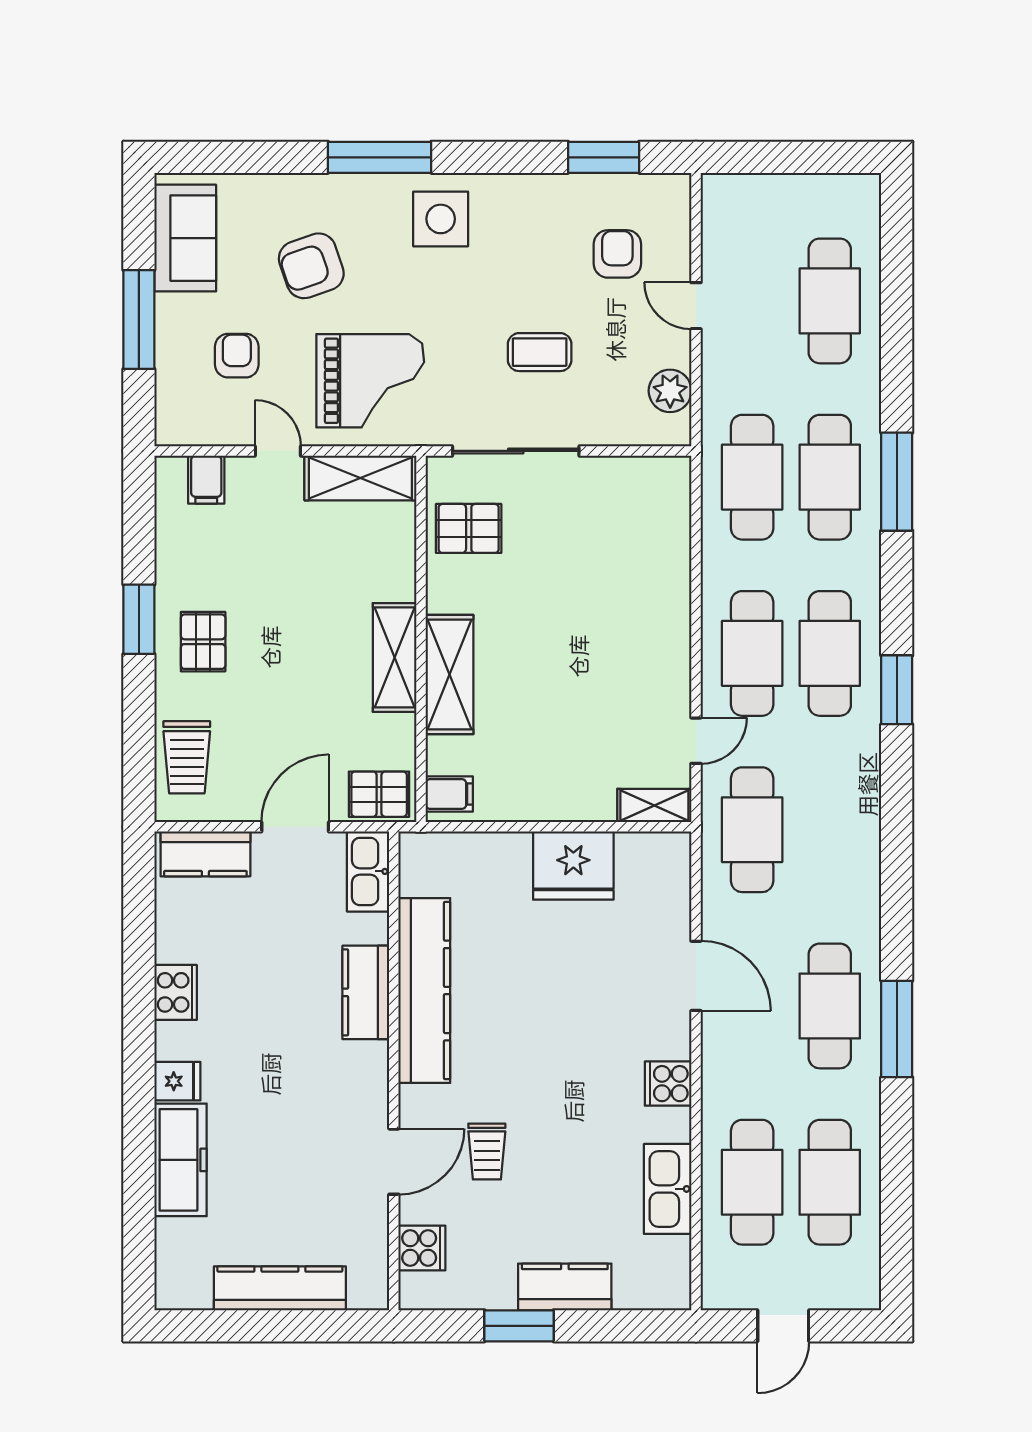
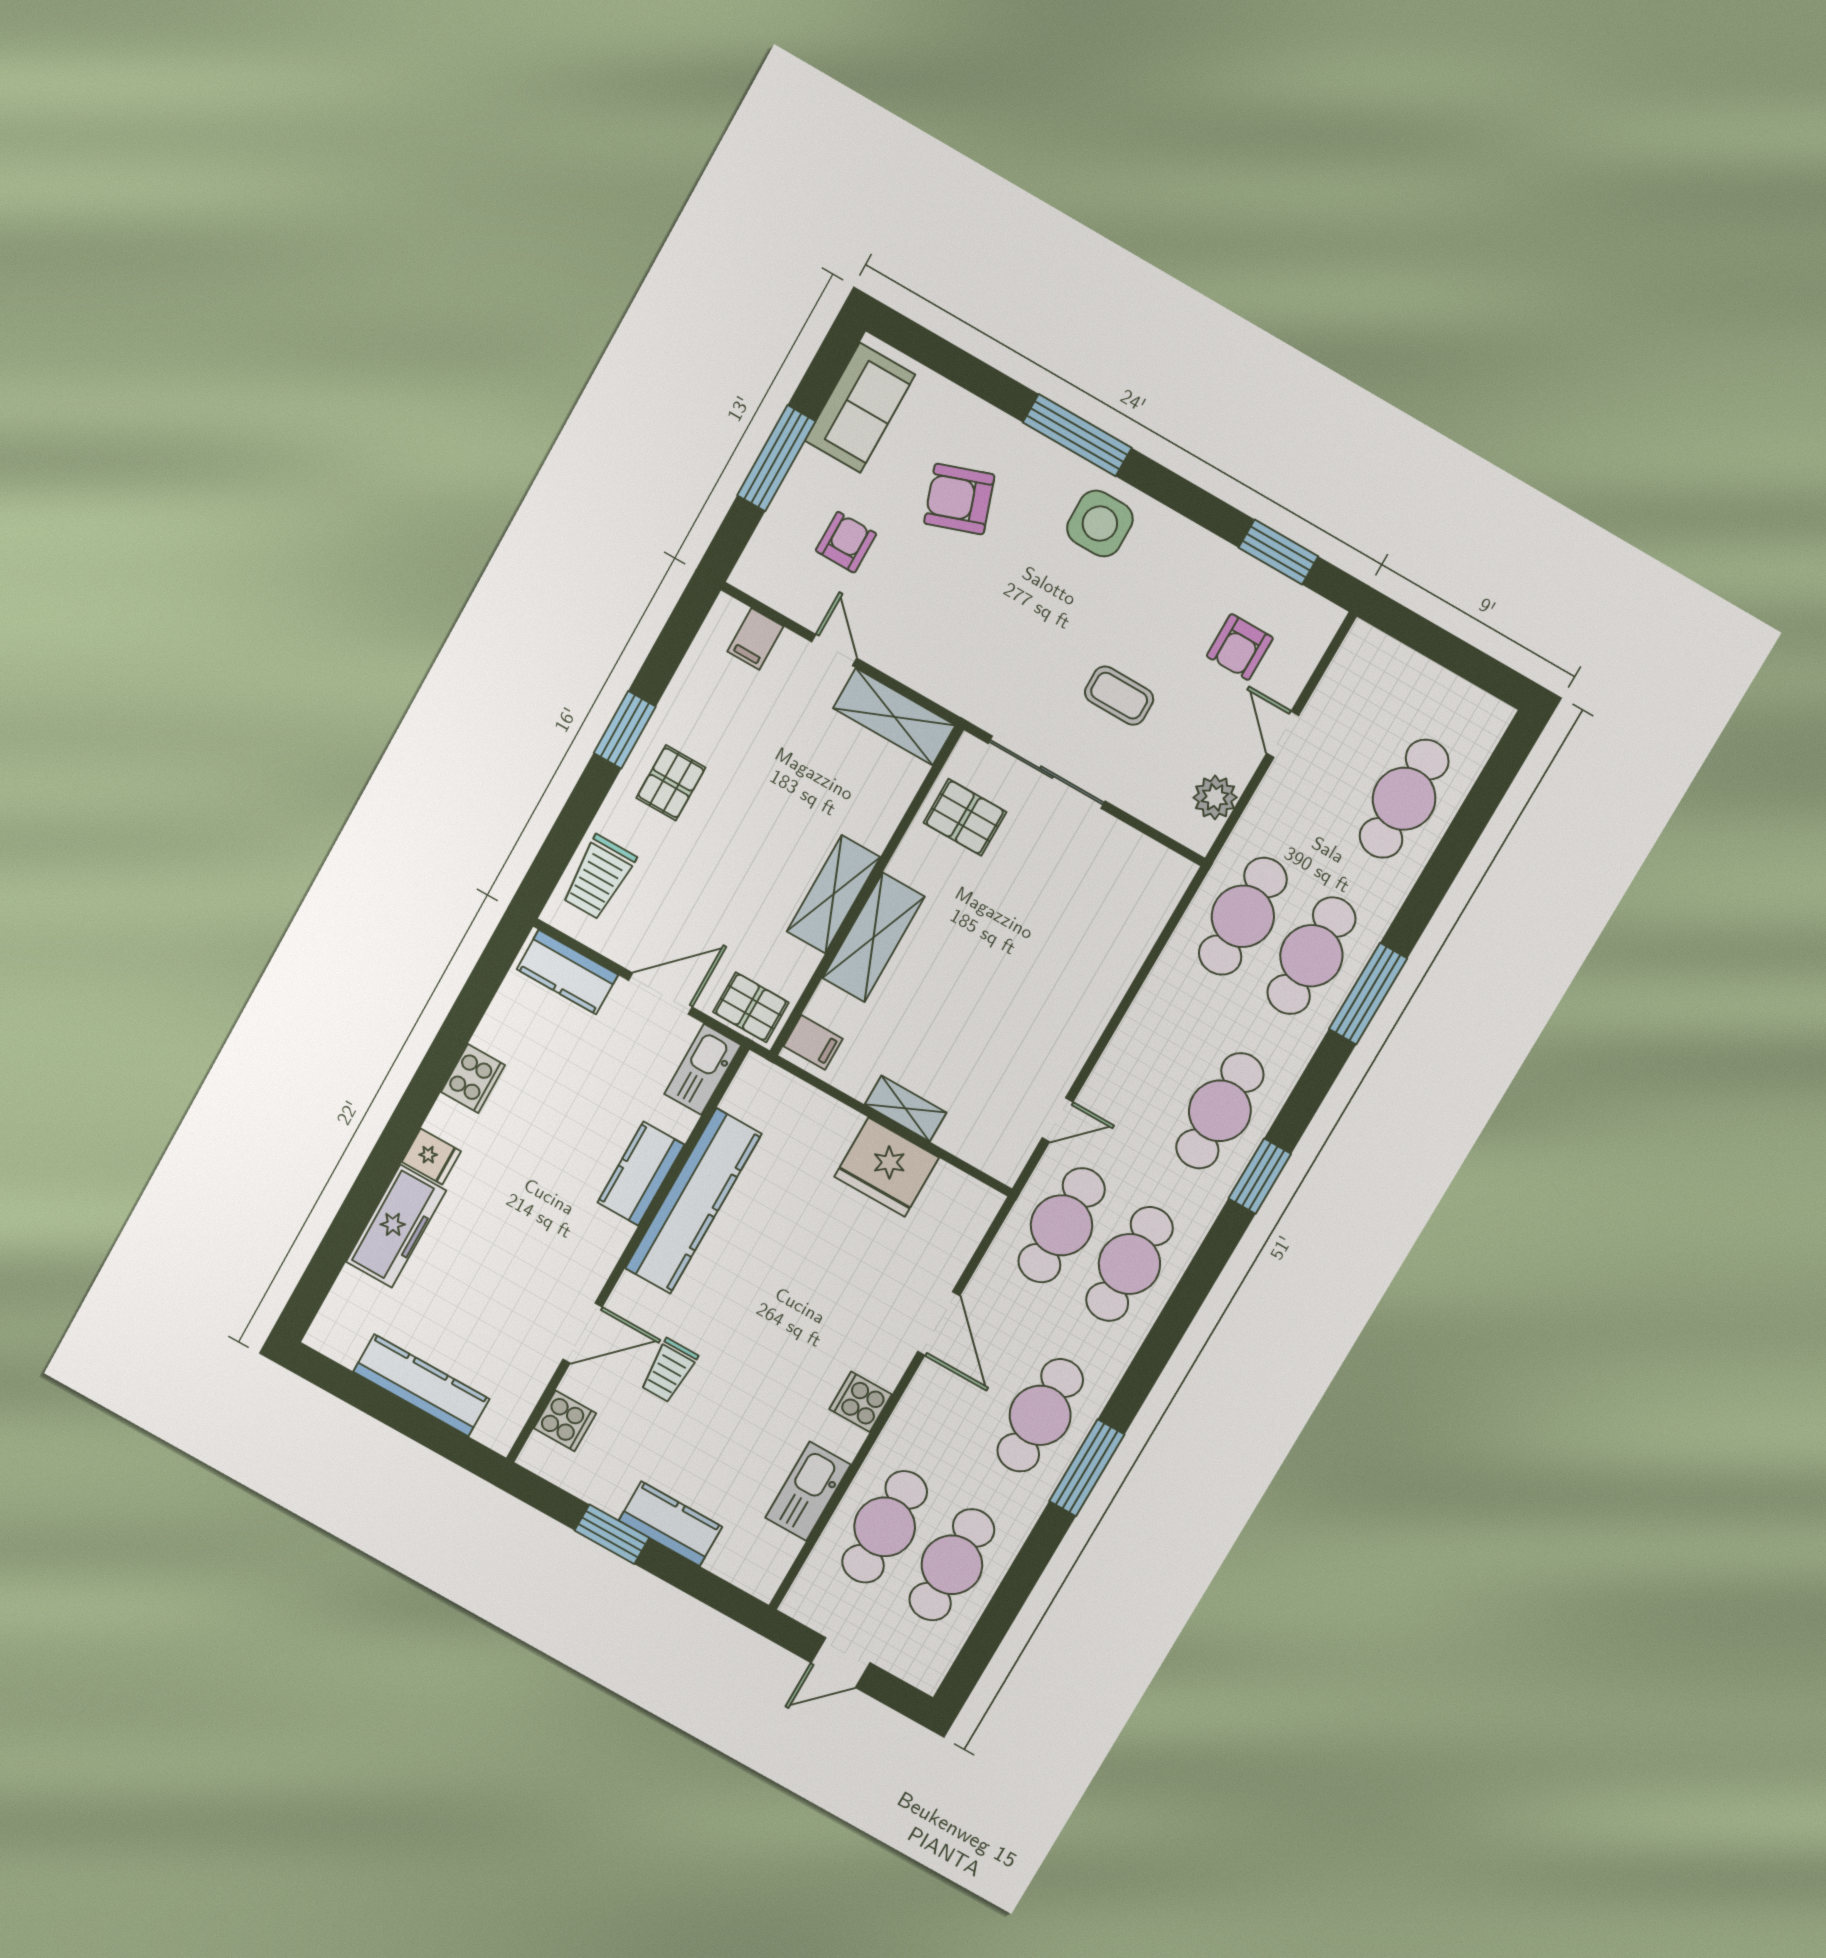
armchair: (617, 254) -> (1240, 647), turned 180
grand piano: (370, 381) -> (953, 634), removed
cafe table: (752, 653) -> (1129, 1264), moved
shelving: (654, 805) -> (906, 1108), moved

